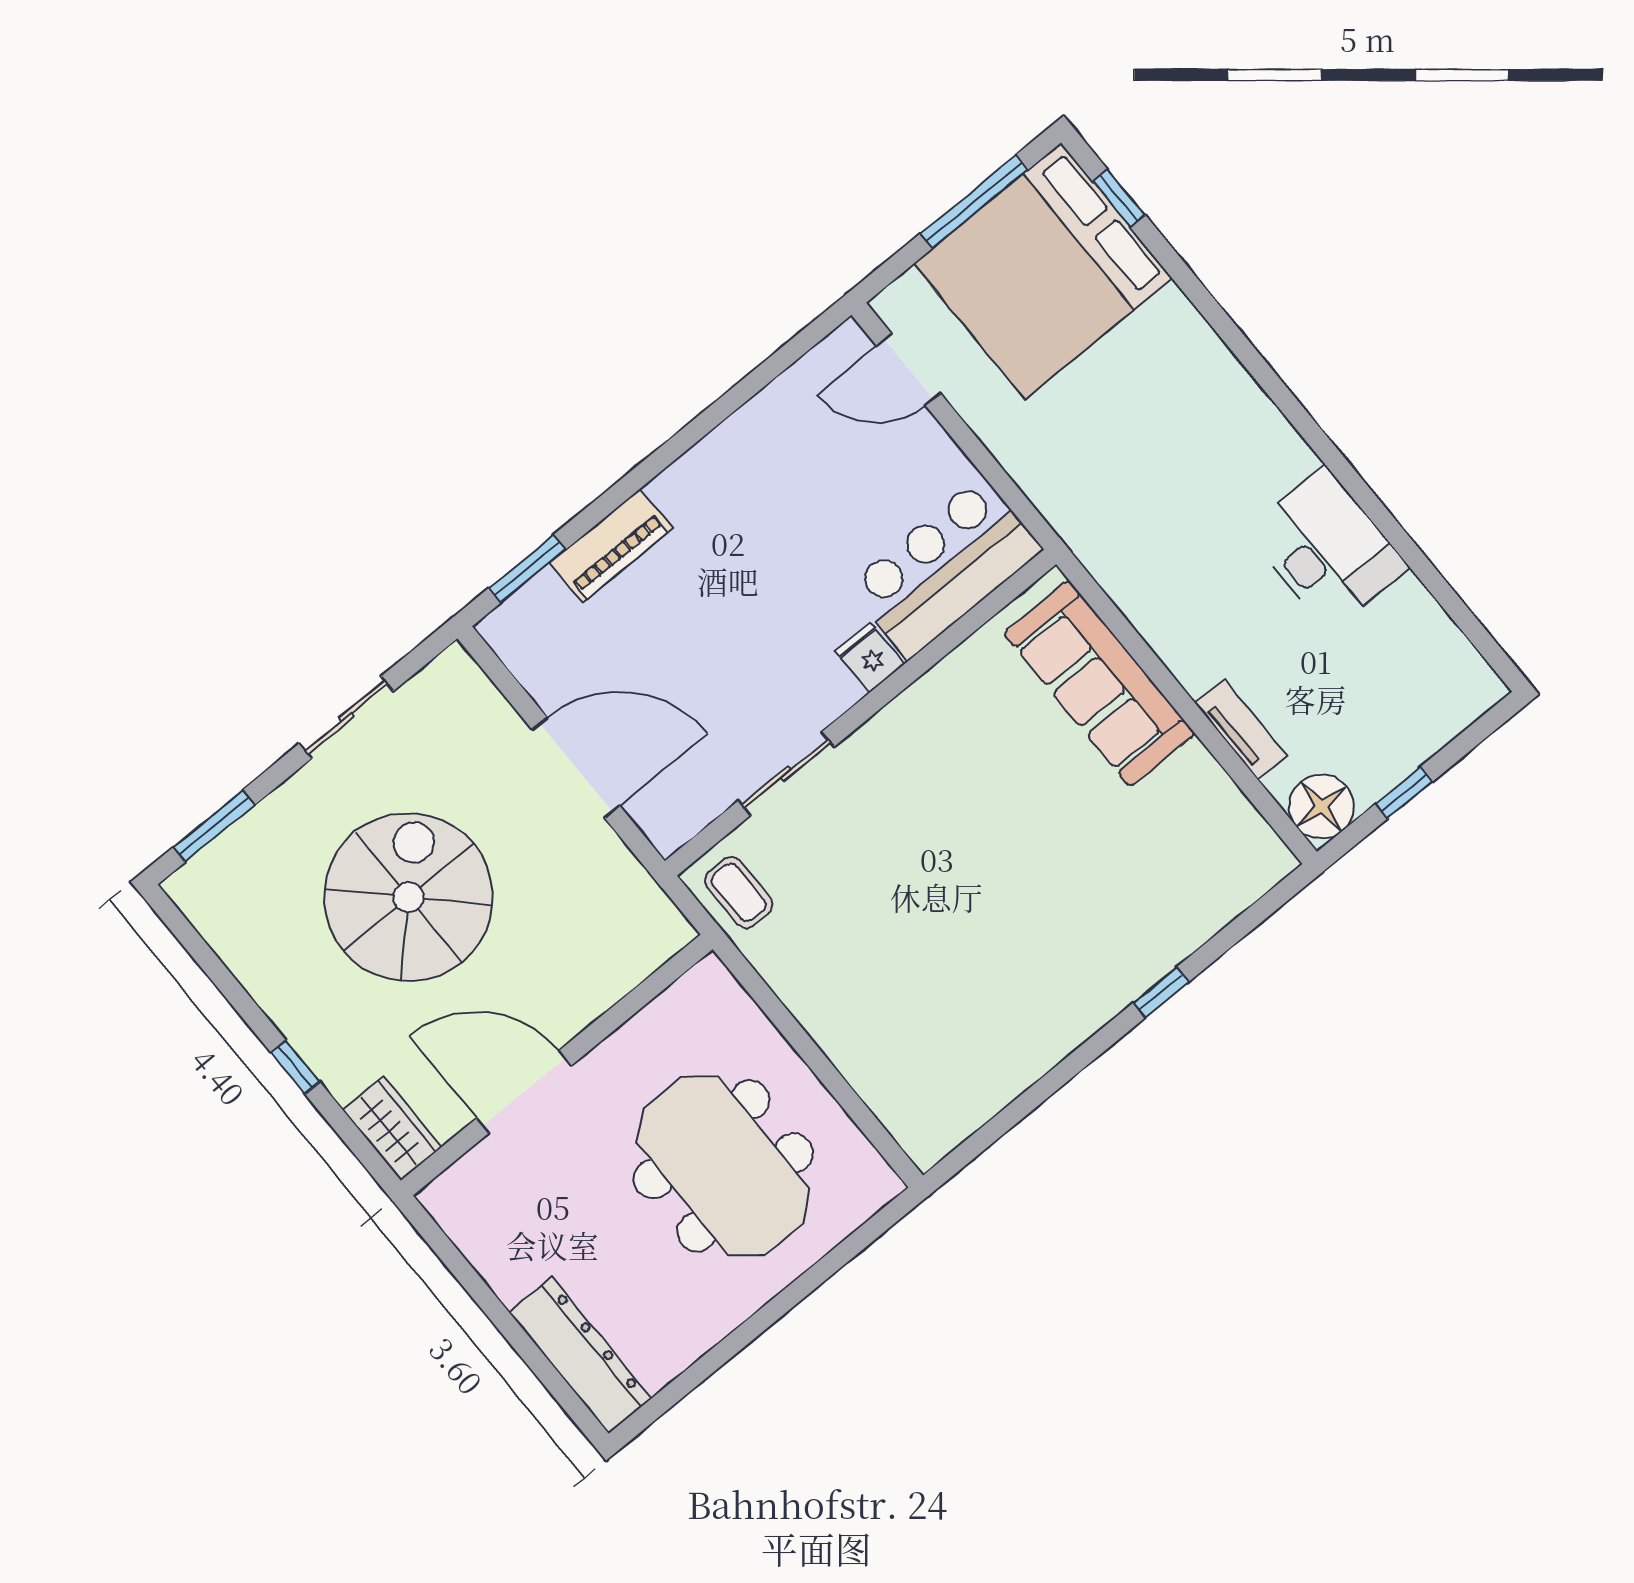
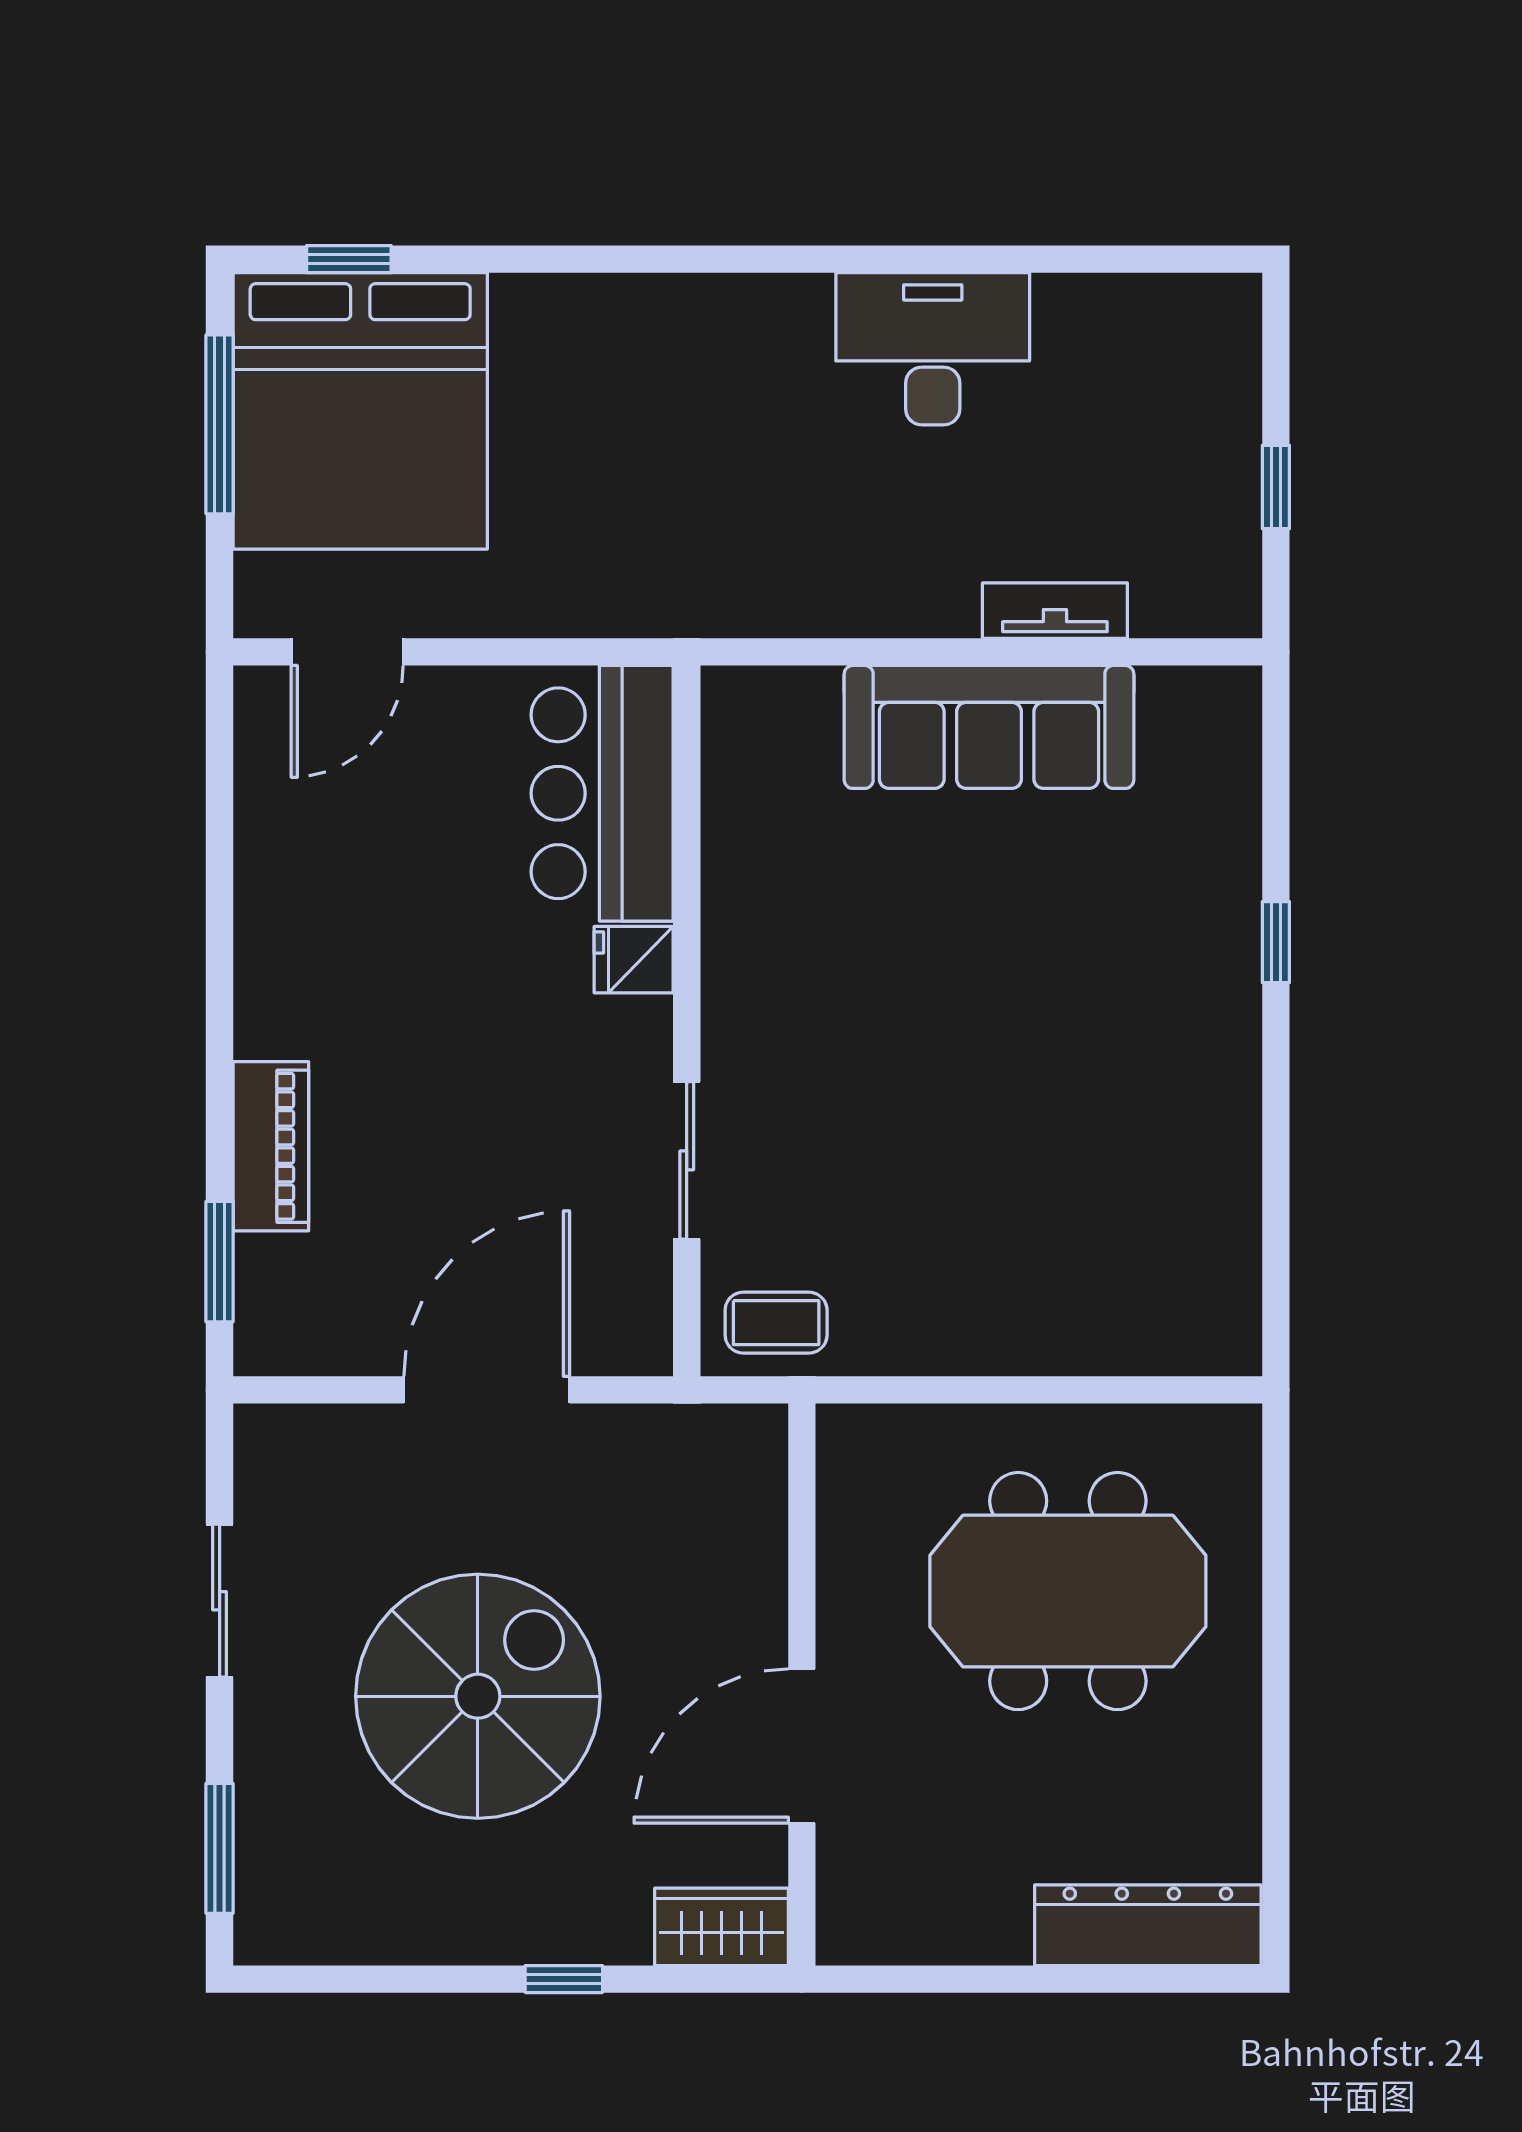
sofa: (1099, 683) -> (989, 727), moved
floor lamp: (1321, 807) -> (1215, 592), removed
spiral stairs: (409, 897) -> (478, 1696), turned 90

